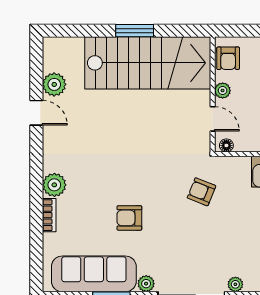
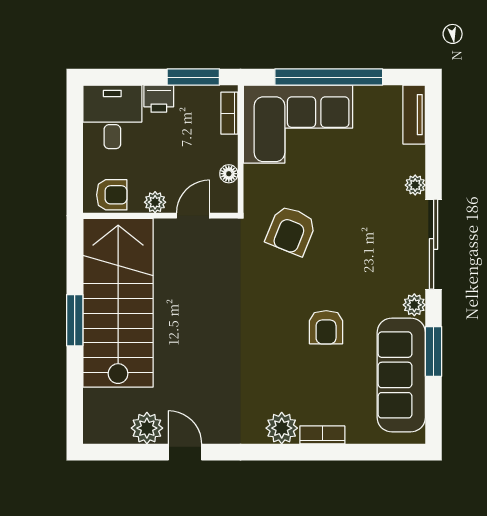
door: (36, 113) -> (185, 452), hinge flipped
floor lamp: (226, 145) -> (229, 174), moved
armchair: (202, 192) -> (291, 230), width x1.38, depth x1.38

